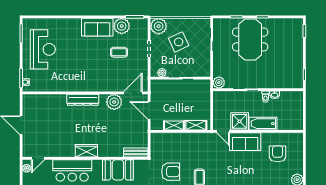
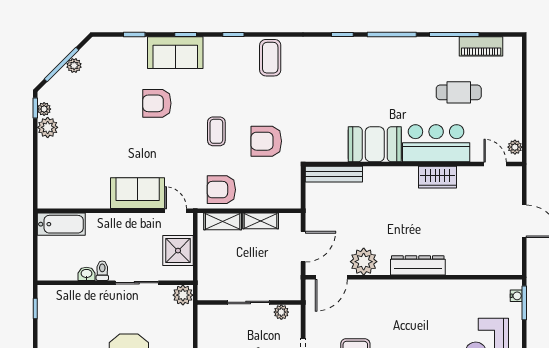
door: (149, 111) -> (303, 247), hinge flipped
shower: (240, 121) -> (178, 251), moved
bathtub: (263, 124) -> (61, 224), moved
wardrobe: (86, 151) -> (438, 177), moved
bench: (136, 153) -> (334, 174), width x1.36
armchair: (278, 154) -> (221, 190), moved, turned 90
door: (38, 158) -> (495, 164), hinge flipped
booth: (118, 170) -> (375, 144), moved

